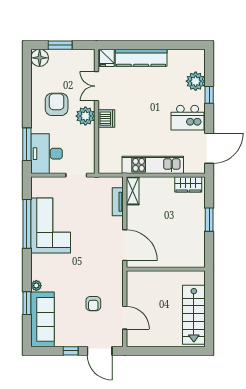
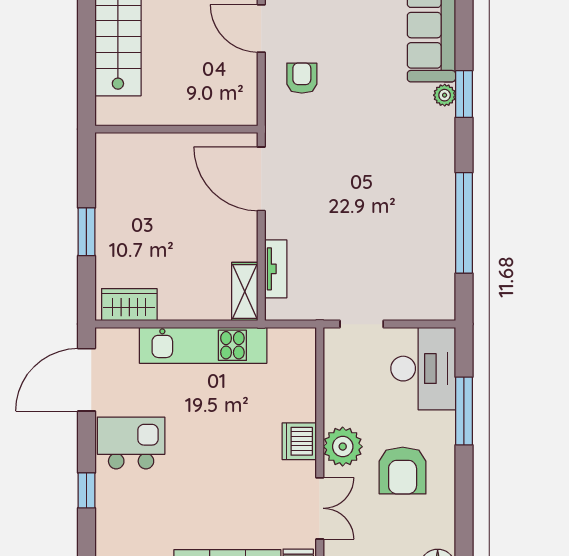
plant: (196, 81) -> (115, 519), removed
window: (27, 144) -> (464, 411), moved
corner sofa: (51, 225) -> (415, 220), removed
window: (27, 303) -> (464, 94), moved
armchair: (93, 304) -> (302, 78), moved

